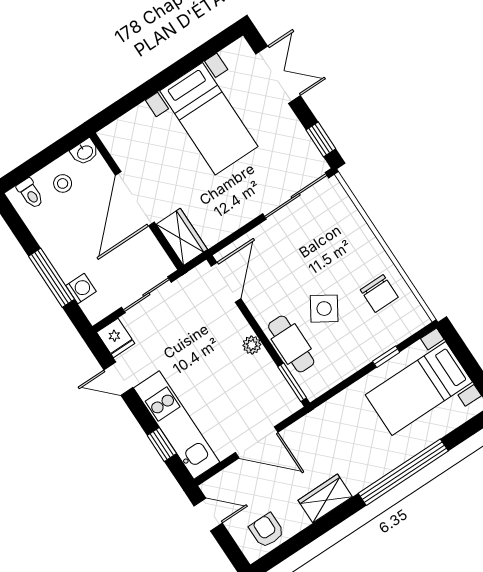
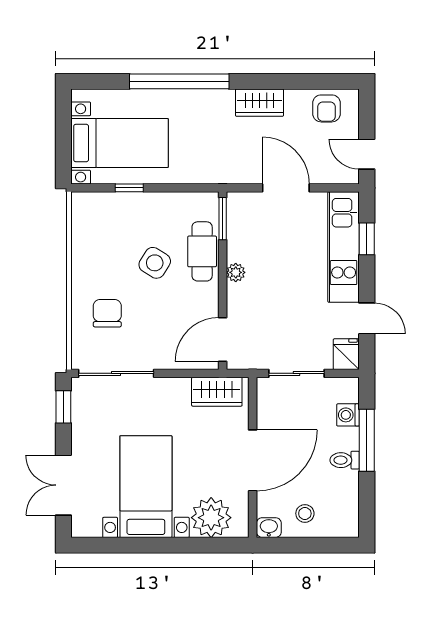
plant: (138, 129) -> (211, 518), added
toilet: (30, 193) -> (345, 460), moved, turned -90
wardrobe: (182, 237) -> (217, 392), moved, turned -90
chair: (379, 293) -> (107, 313), moved

